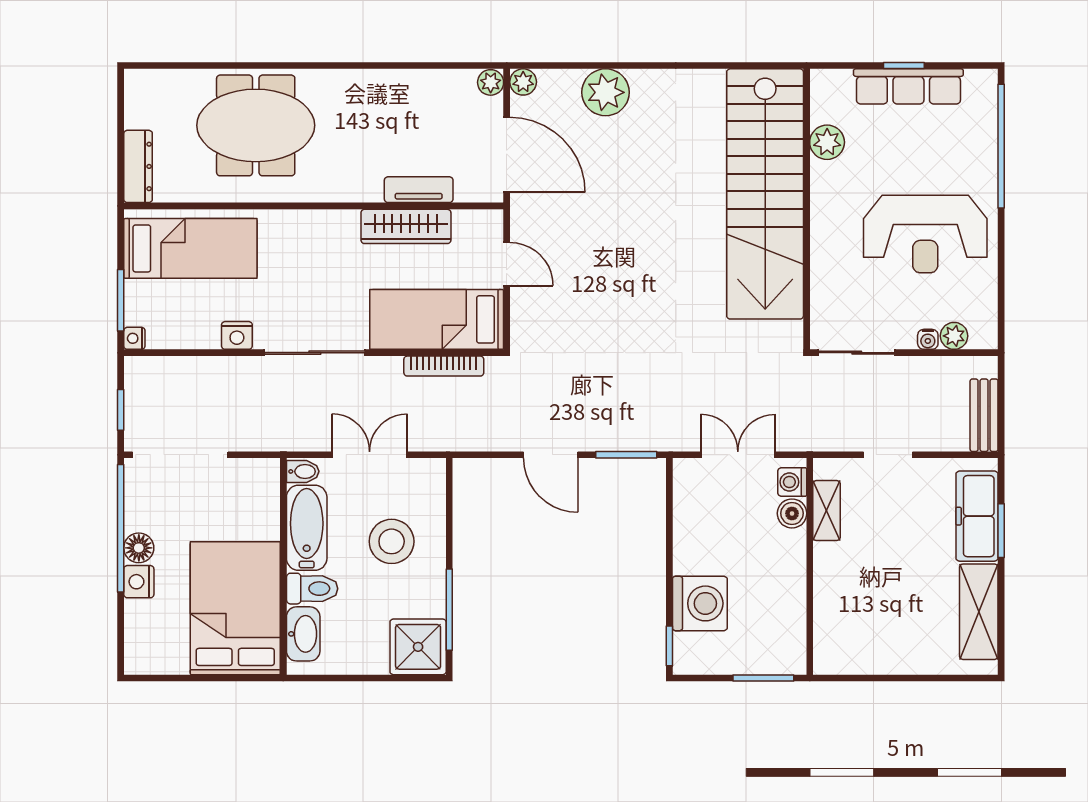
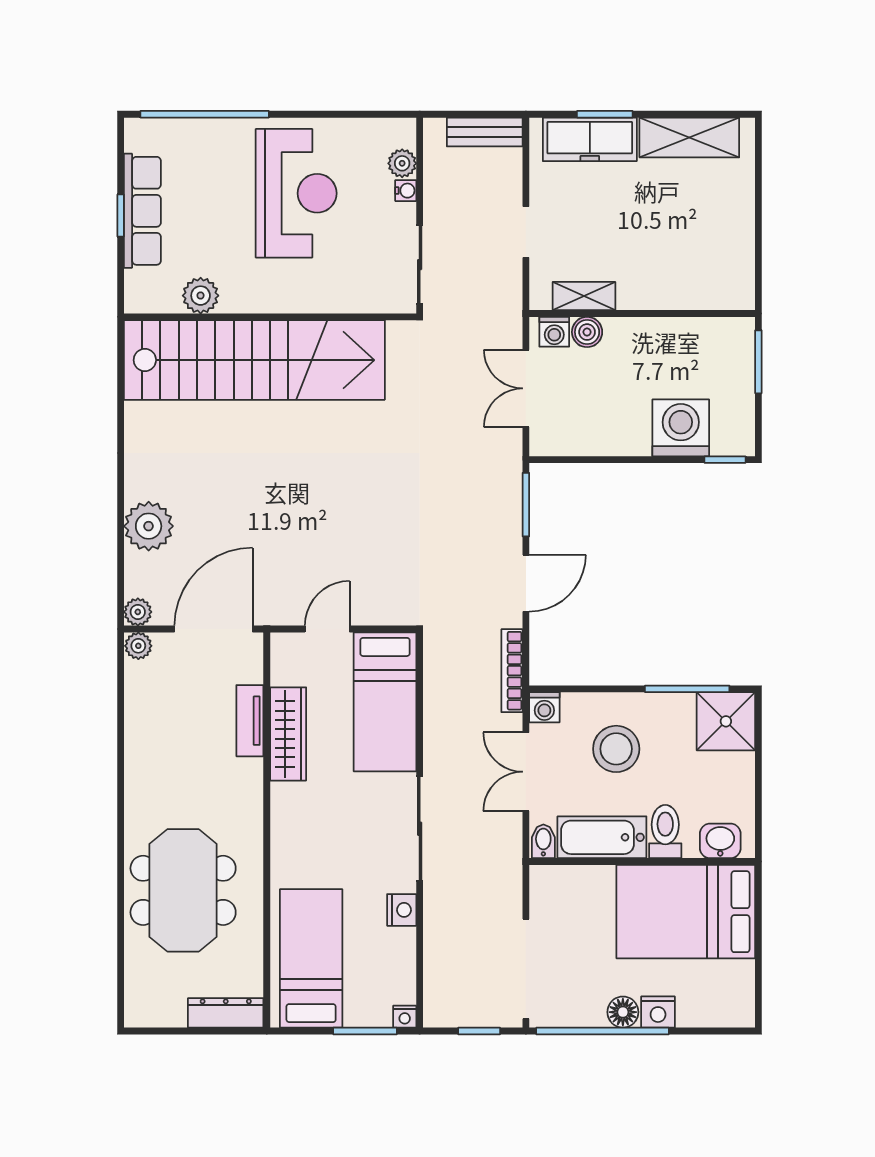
bookcase: (444, 366) -> (512, 671), moved, turned 180
washing machine: (431, 472) -> (544, 707), added
washbasin: (303, 634) -> (720, 841), width x0.72

